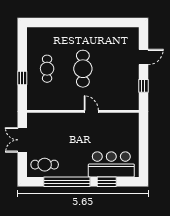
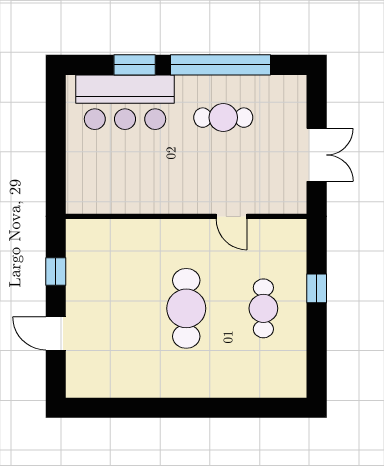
door: (143, 57) -> (56, 334), hinge flipped
door: (91, 111) -> (231, 216), moved
cafe table: (45, 165) -> (223, 118), moved

